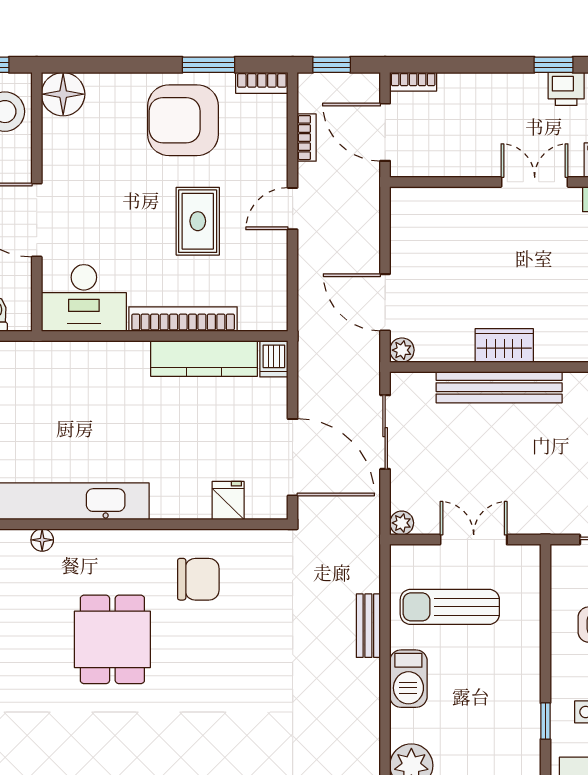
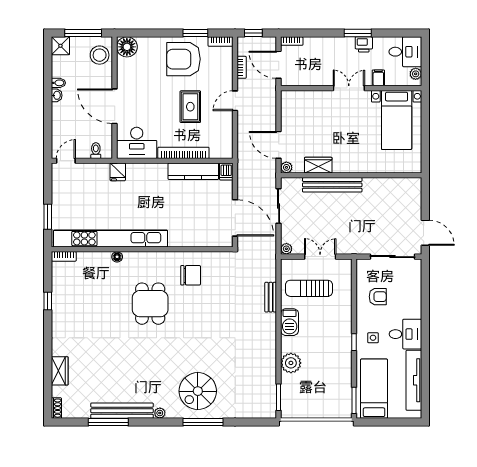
window: (554, 65) -> (358, 33), width x1.50
wardrobe: (504, 345) -> (318, 165), moved
fridge: (228, 500) -> (118, 172), moved, turned 180

